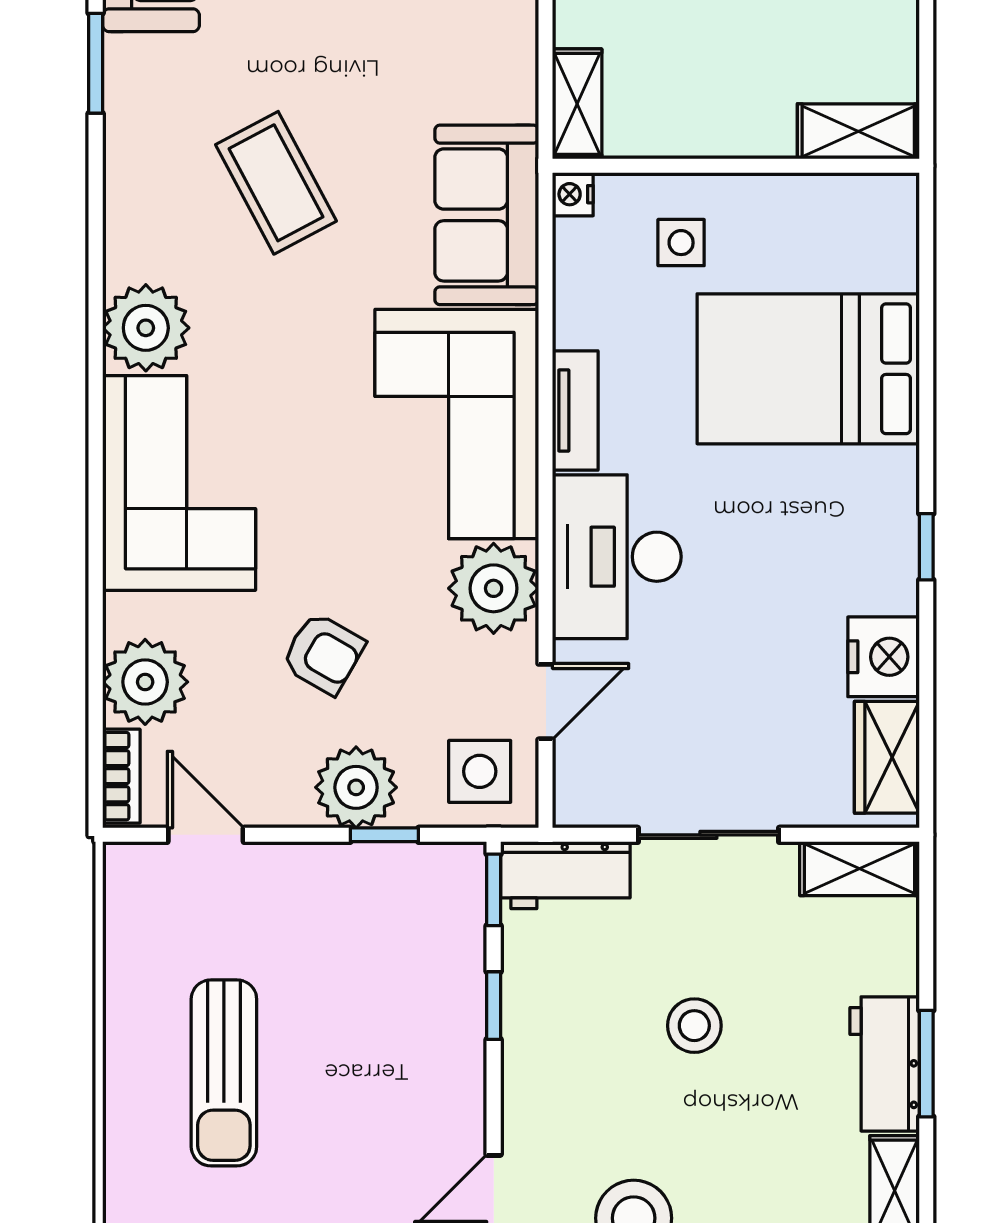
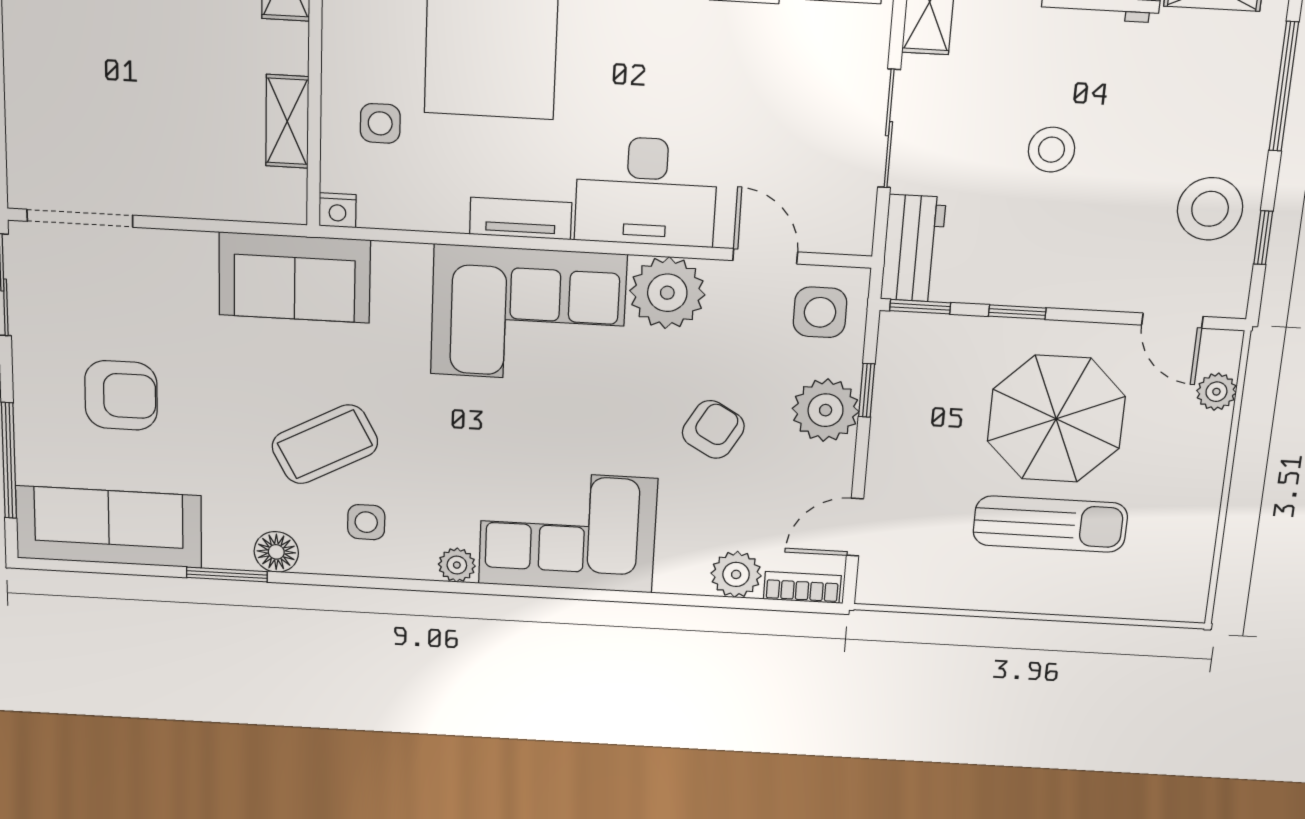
shelving: (577, 104) -> (287, 121), moved, turned 90
floor lamp: (130, 124) -> (276, 552), added
sofa: (487, 215) -> (295, 278), moved
side table: (176, 235) -> (366, 522), added
plant: (146, 328) -> (457, 565), width x0.53, depth x0.53
plant: (145, 682) -> (736, 574), width x0.73, depth x0.73
parasol: (361, 1066) -> (1056, 419), added

